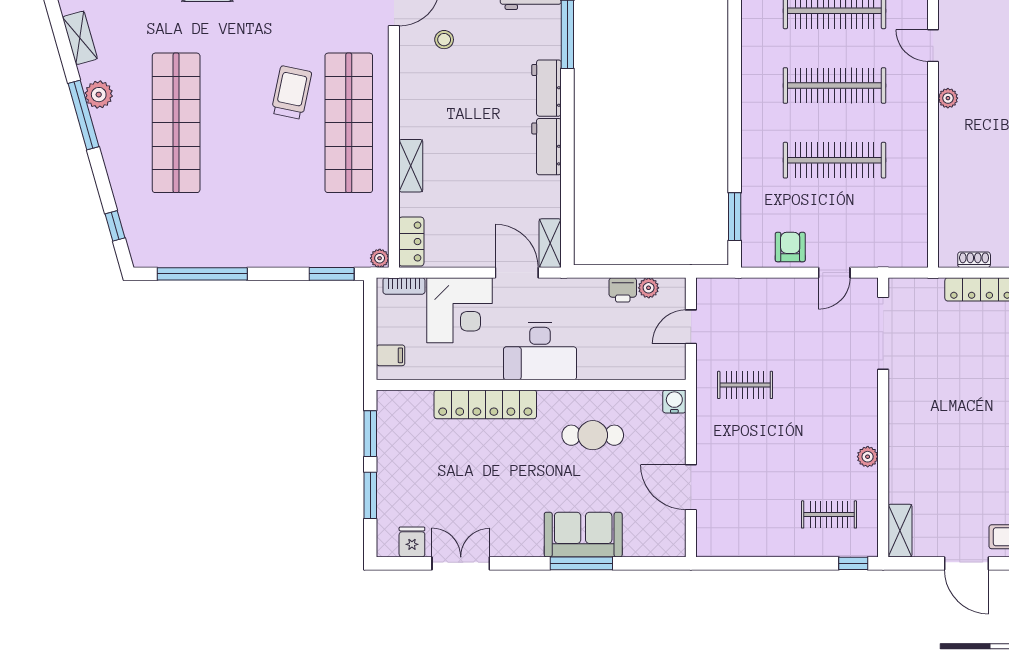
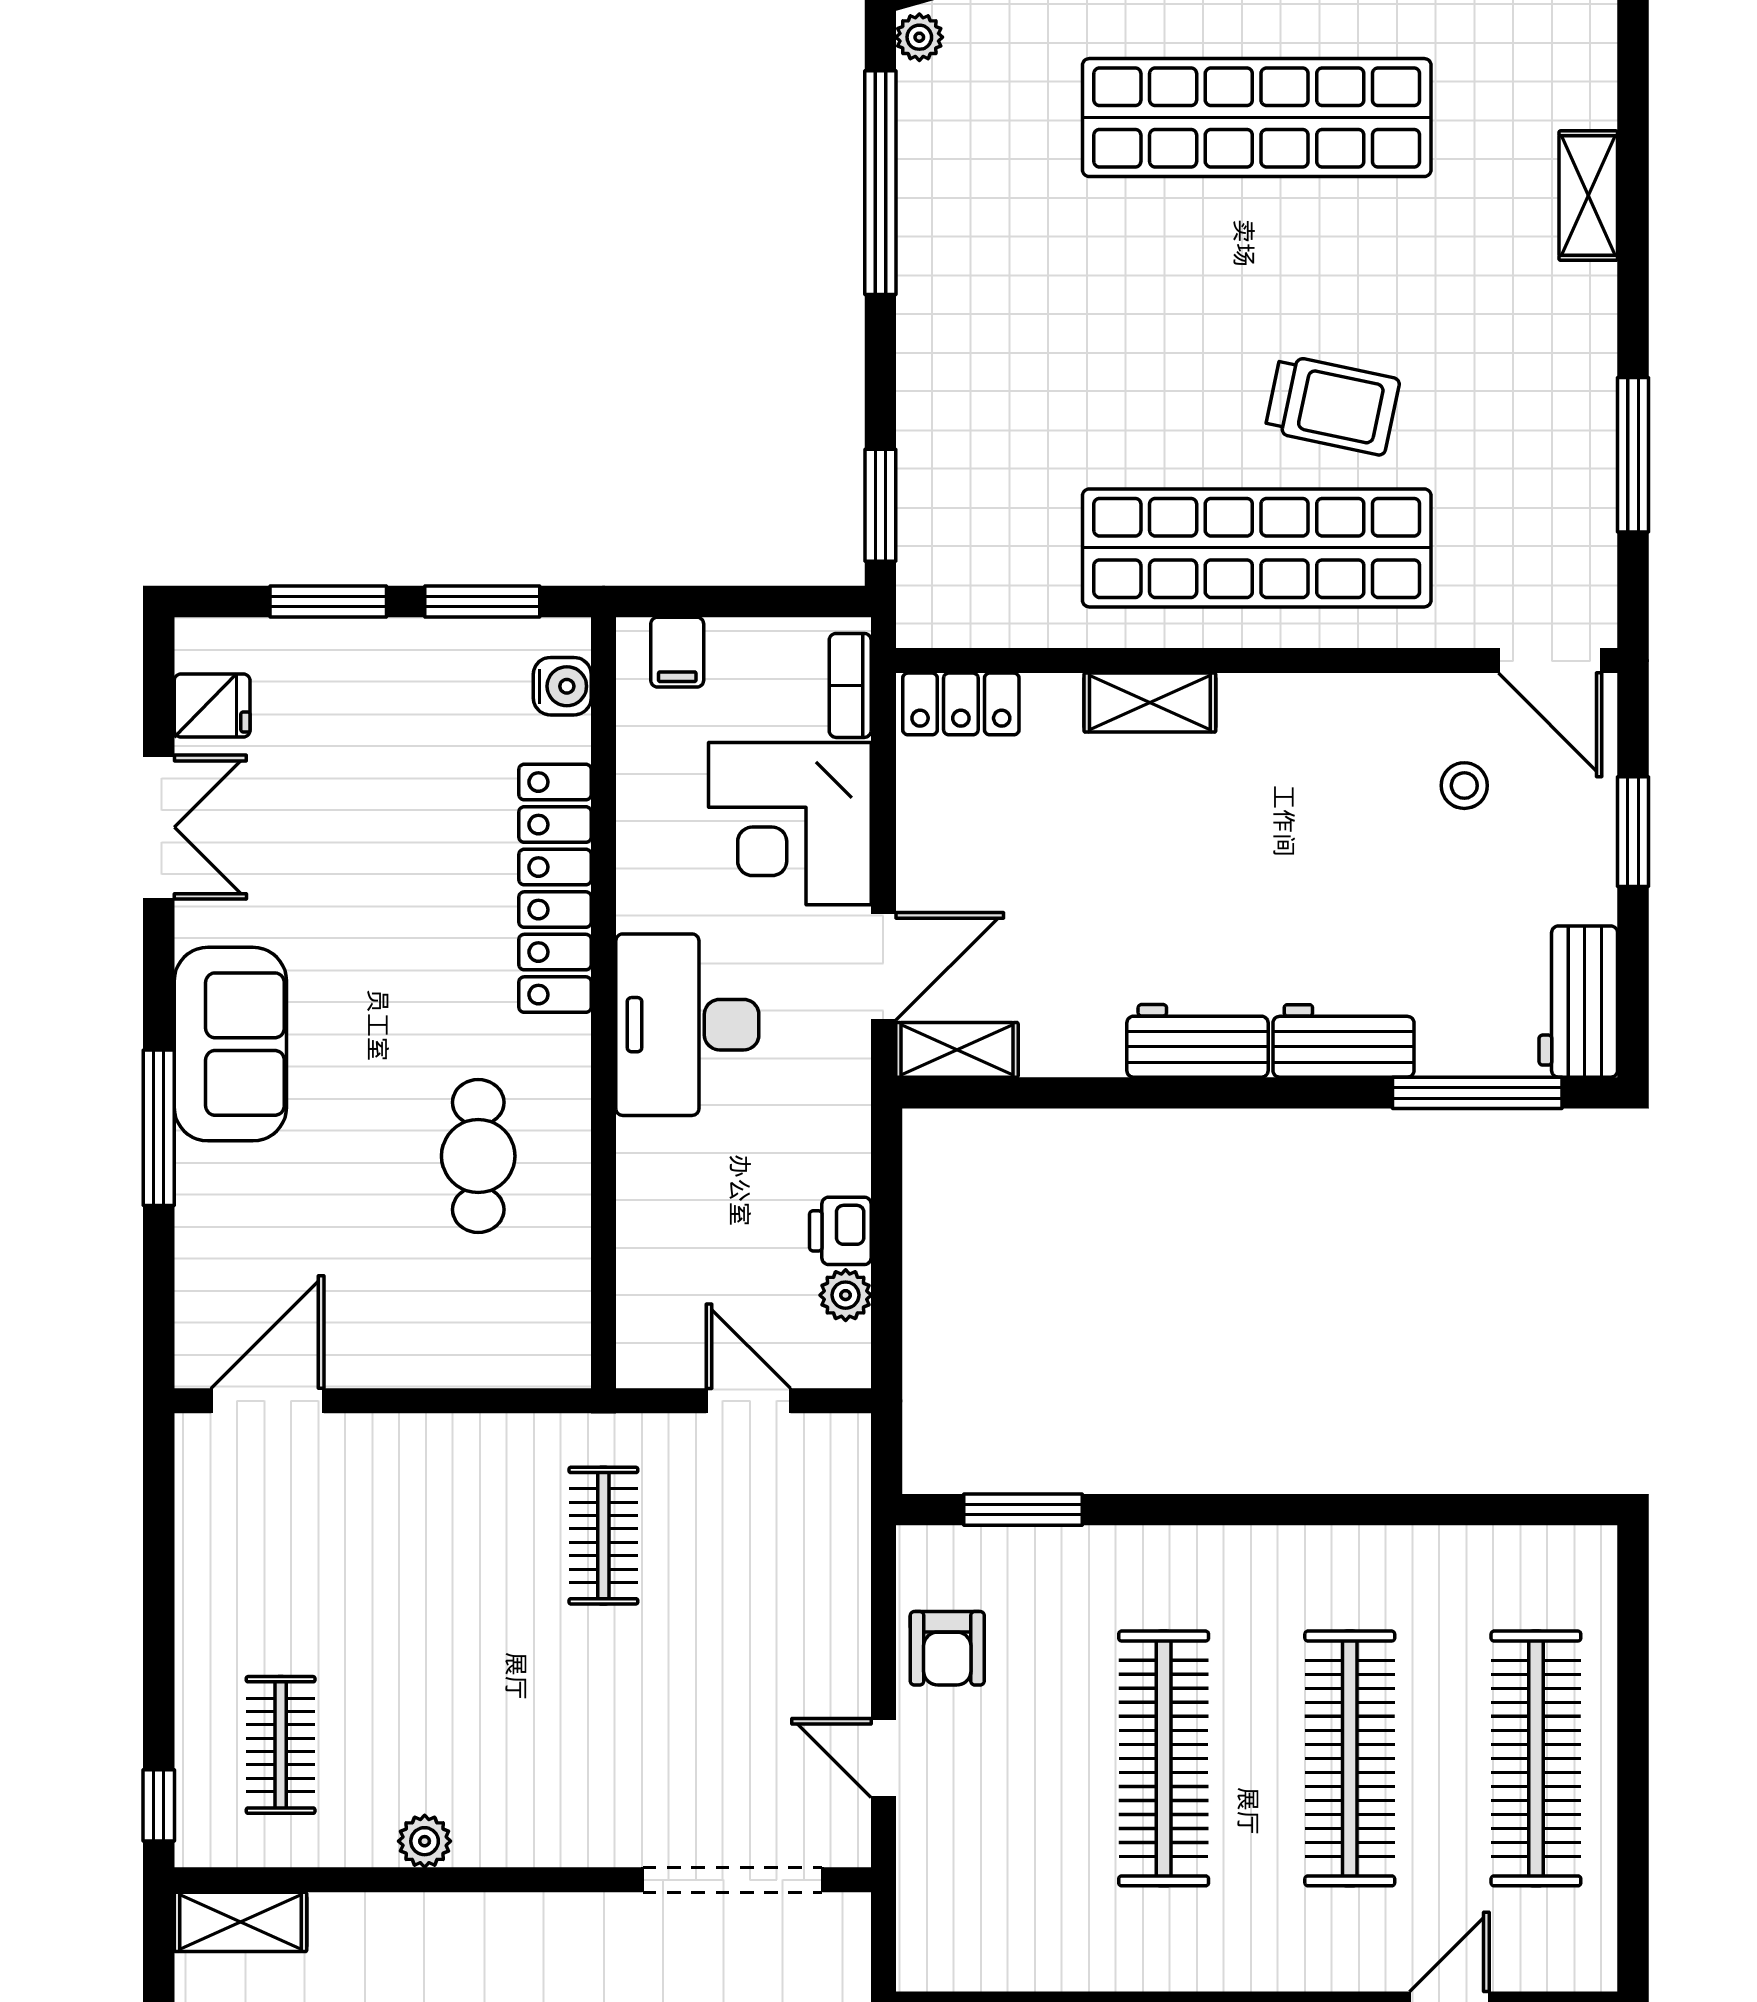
armchair: (790, 247) -> (947, 1648), turned 90
plant: (380, 258) -> (919, 37), moved
water cooler: (674, 401) -> (562, 686), moved
door: (691, 487) -> (268, 1401), moved
sofa: (583, 535) -> (230, 1044), moved

